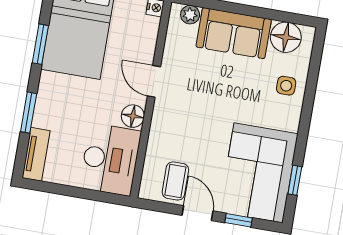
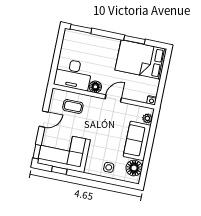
window: (29, 113) -> (81, 29), moved
tv unit: (36, 154) -> (77, 36), removed
coffee table: (175, 181) -> (73, 106), moved
window: (238, 220) -> (37, 152), moved

